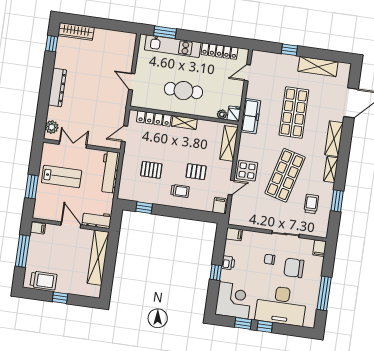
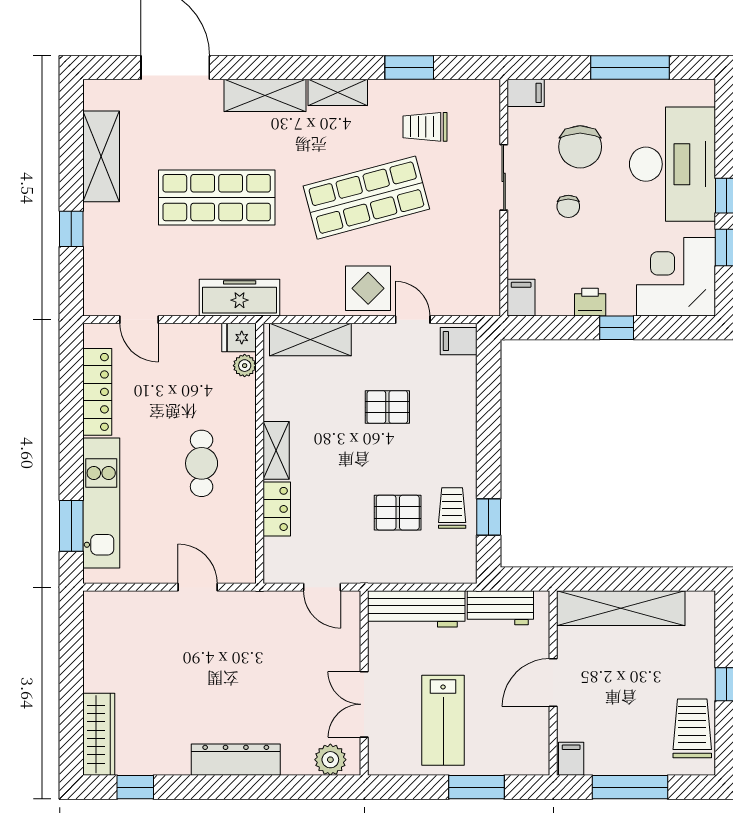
door: (132, 82) -> (198, 587), swing flipped
cafe table: (183, 91) -> (202, 463), width x0.73, depth x0.74
locker: (154, 119) -> (277, 509), width x0.66
pallet: (151, 170) -> (398, 513), turned 90
pallet: (196, 172) -> (387, 407), turned 90
shop shelf: (285, 175) -> (366, 198), turned -30
lab bench: (62, 177) -> (443, 720), turned 180
trolley: (180, 191) -> (452, 508), moved
workbench: (97, 220) -> (500, 608), moved, turned -90

